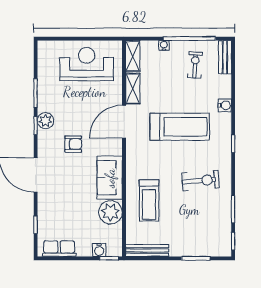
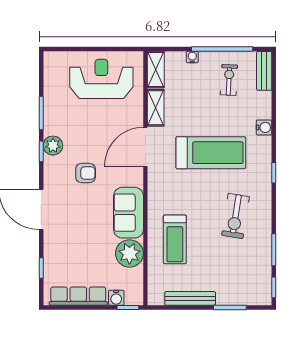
exercise bike: (201, 180) -> (236, 216), turned 104
row of seats: (59, 249) -> (78, 296), width x1.48
bench: (147, 251) -> (190, 298), moved

